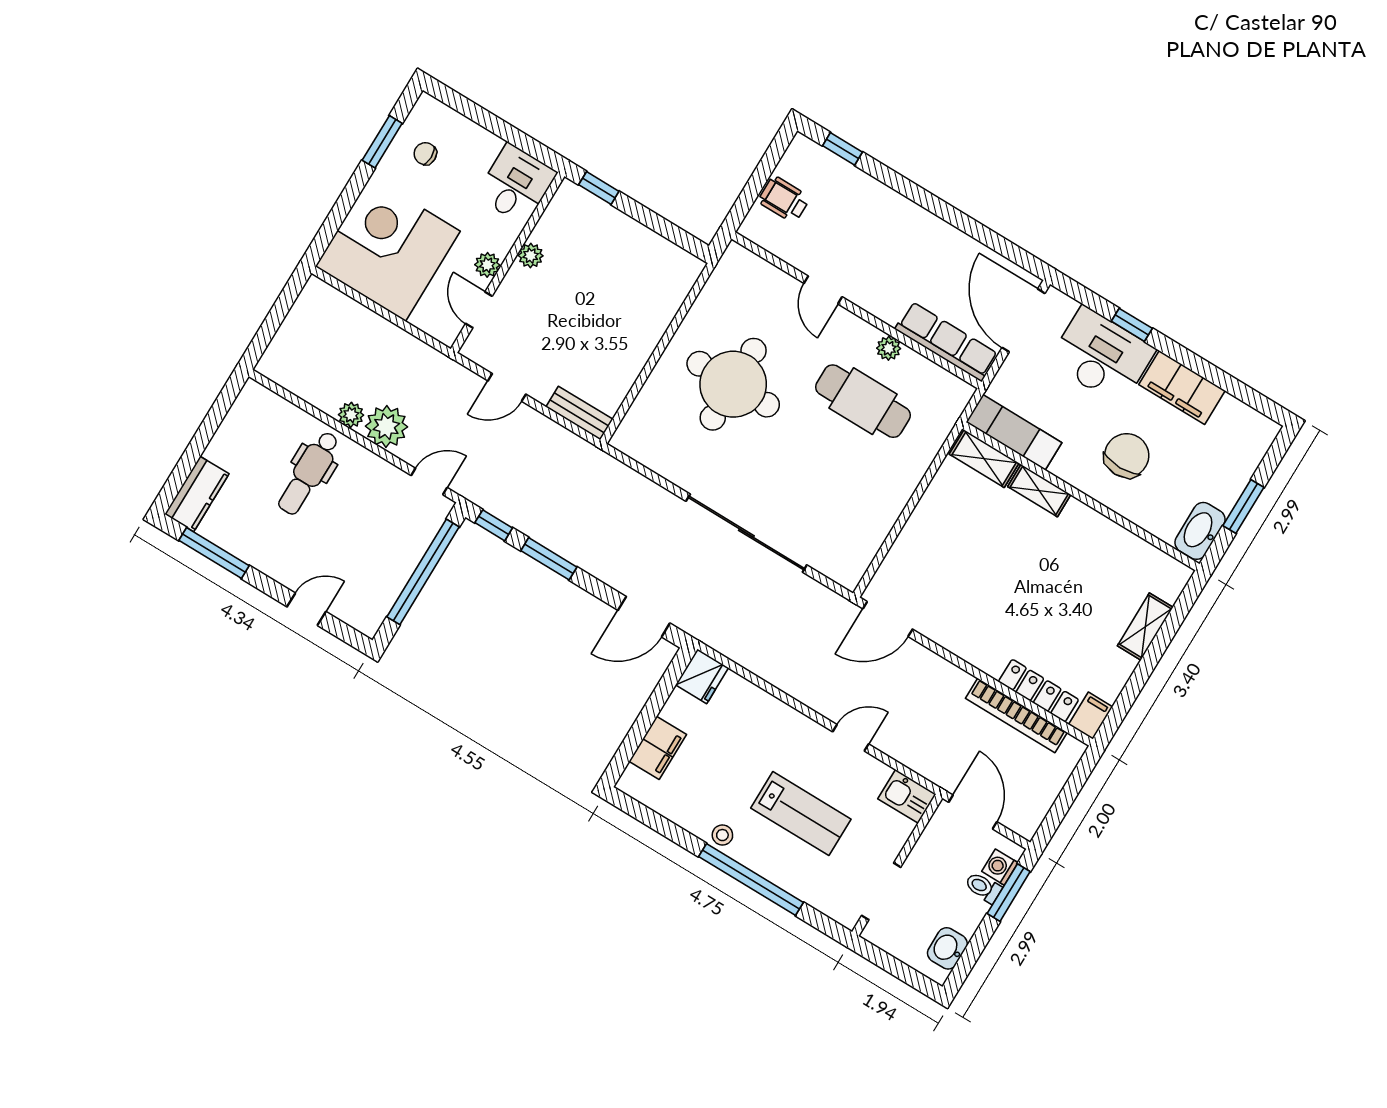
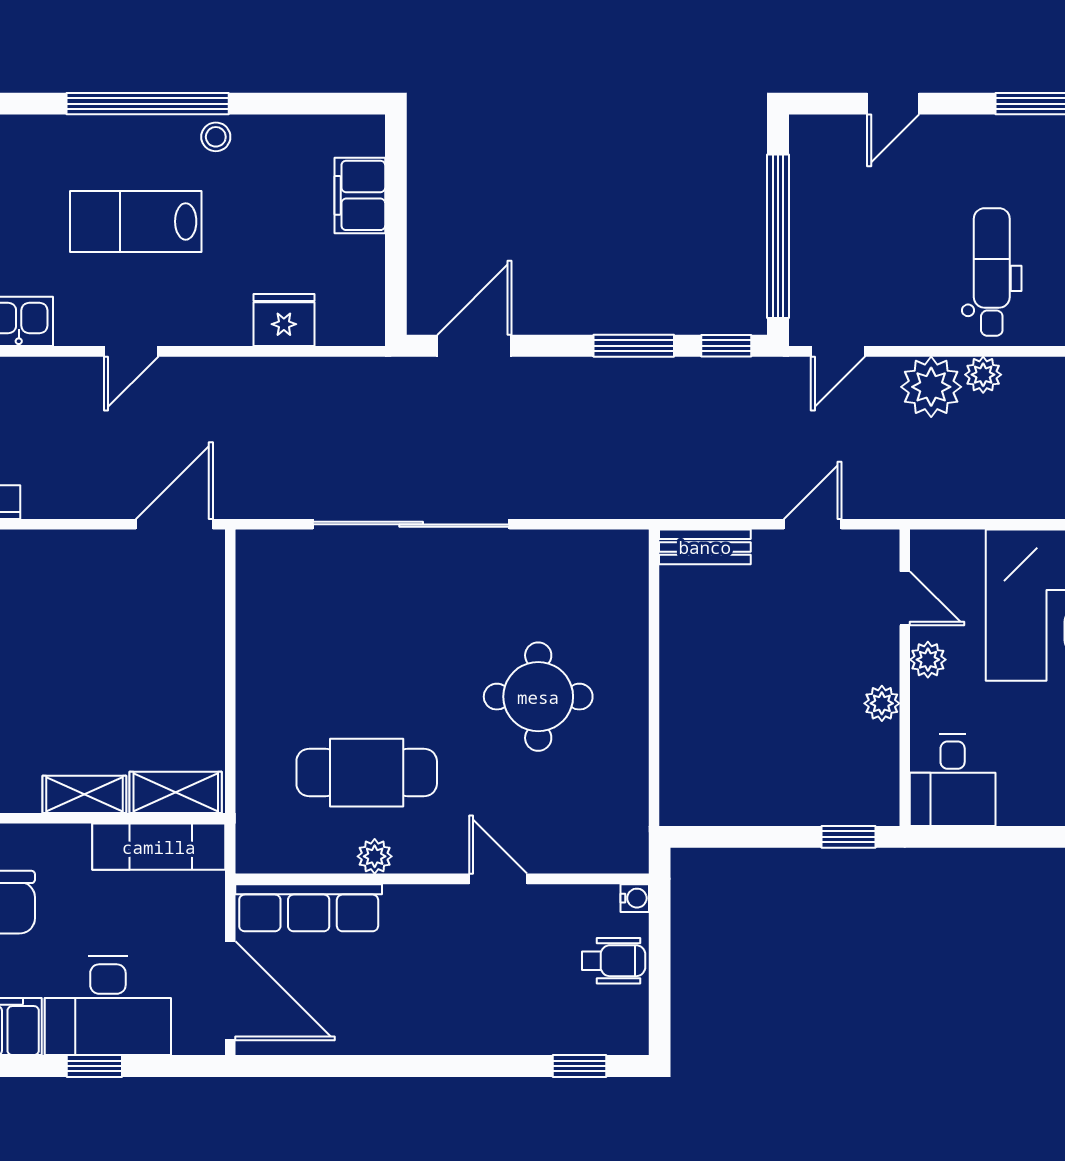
water cooler: (749, 229) -> (635, 898), added
round table: (733, 384) -> (538, 697), width x0.73, depth x0.73
fridge: (702, 676) -> (284, 320), moved, turned 90

